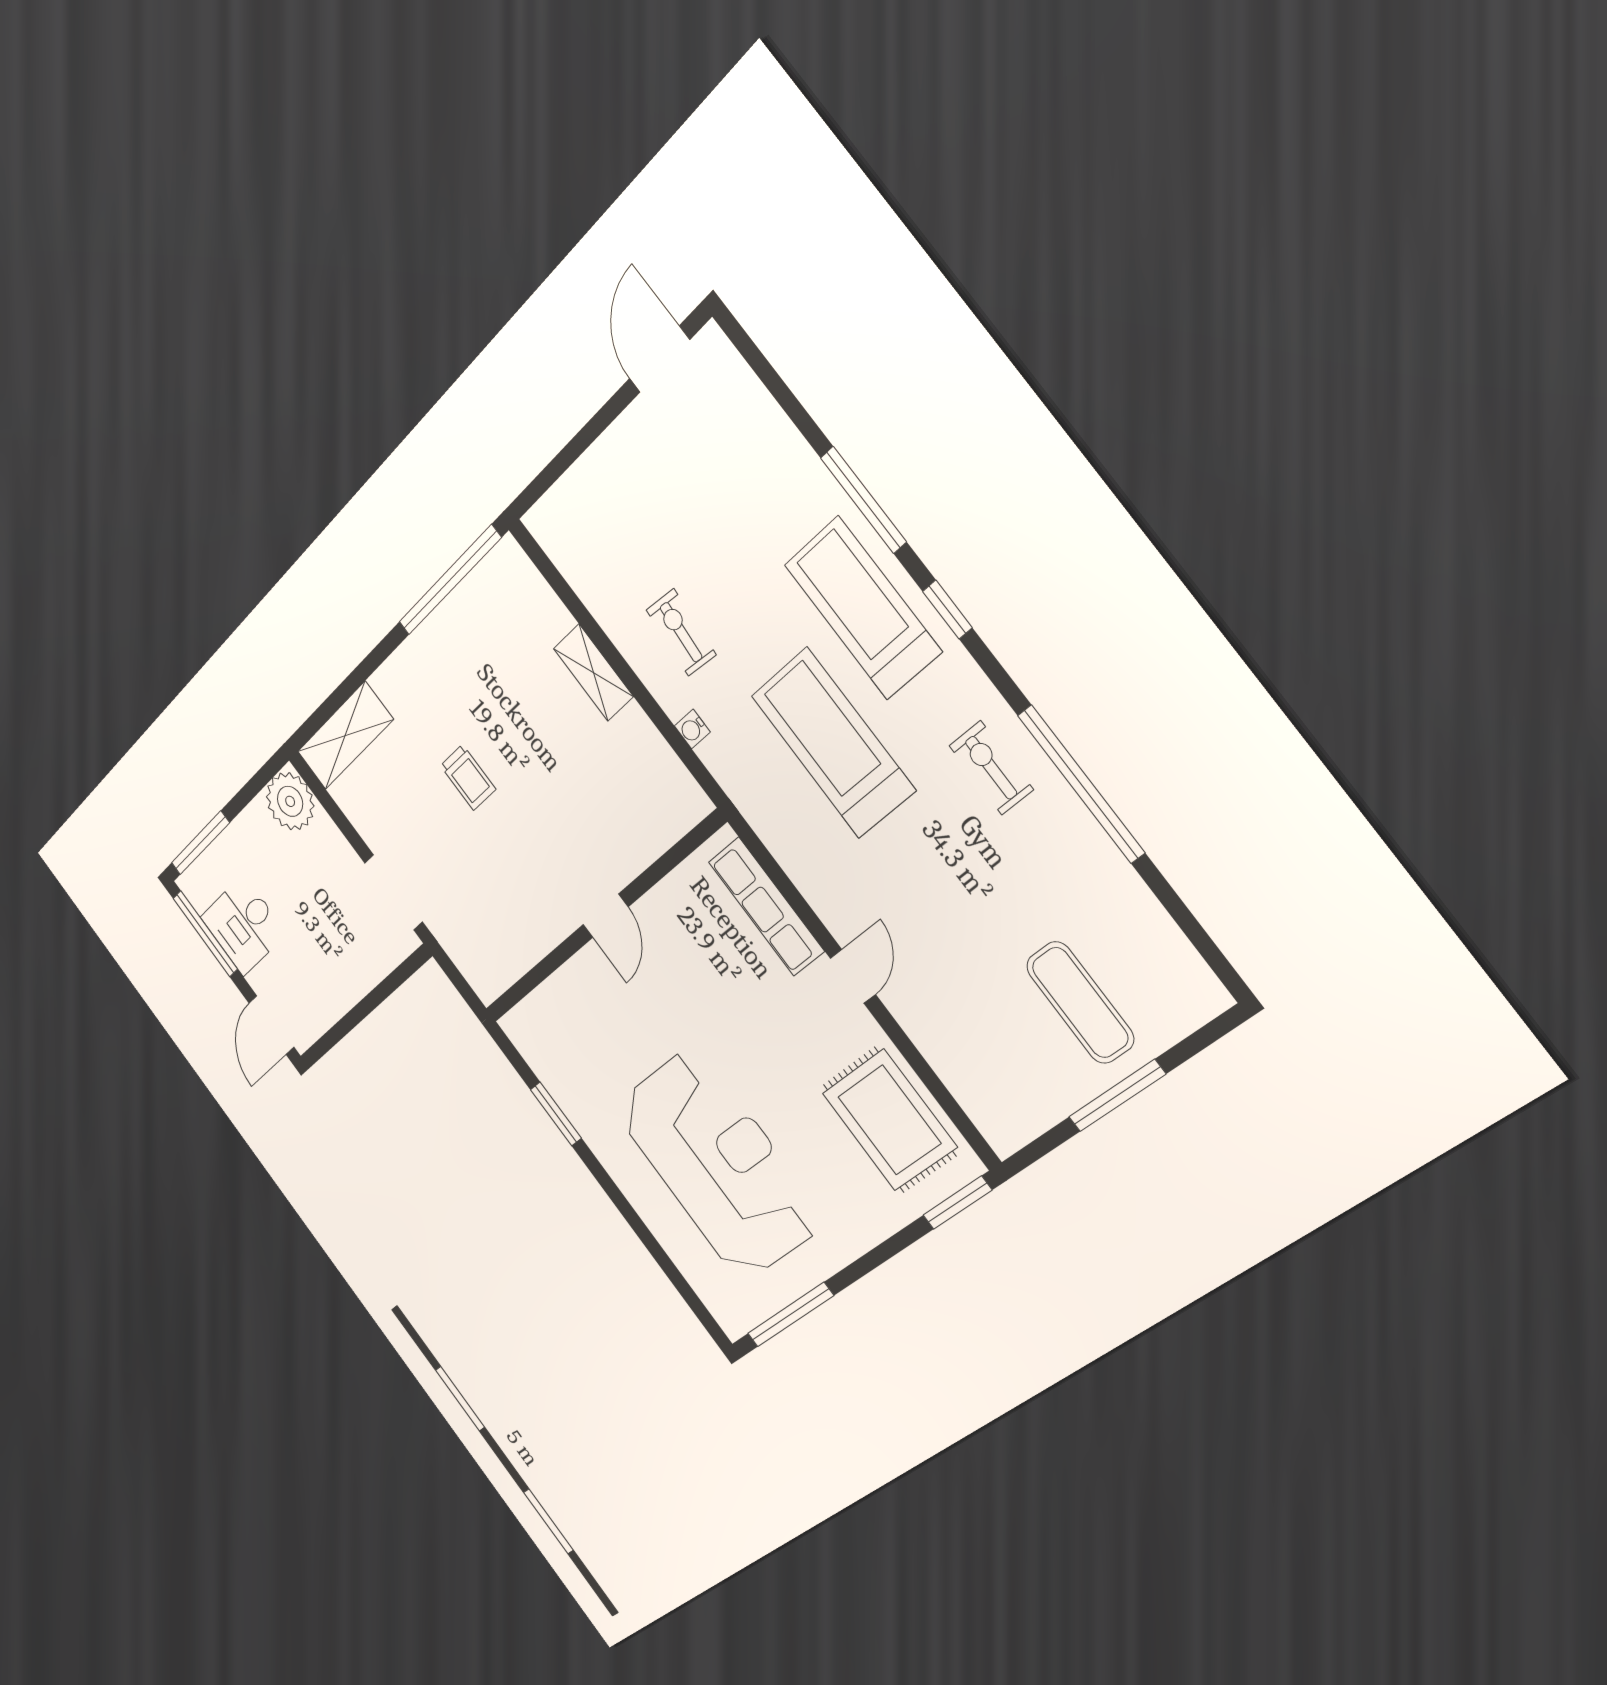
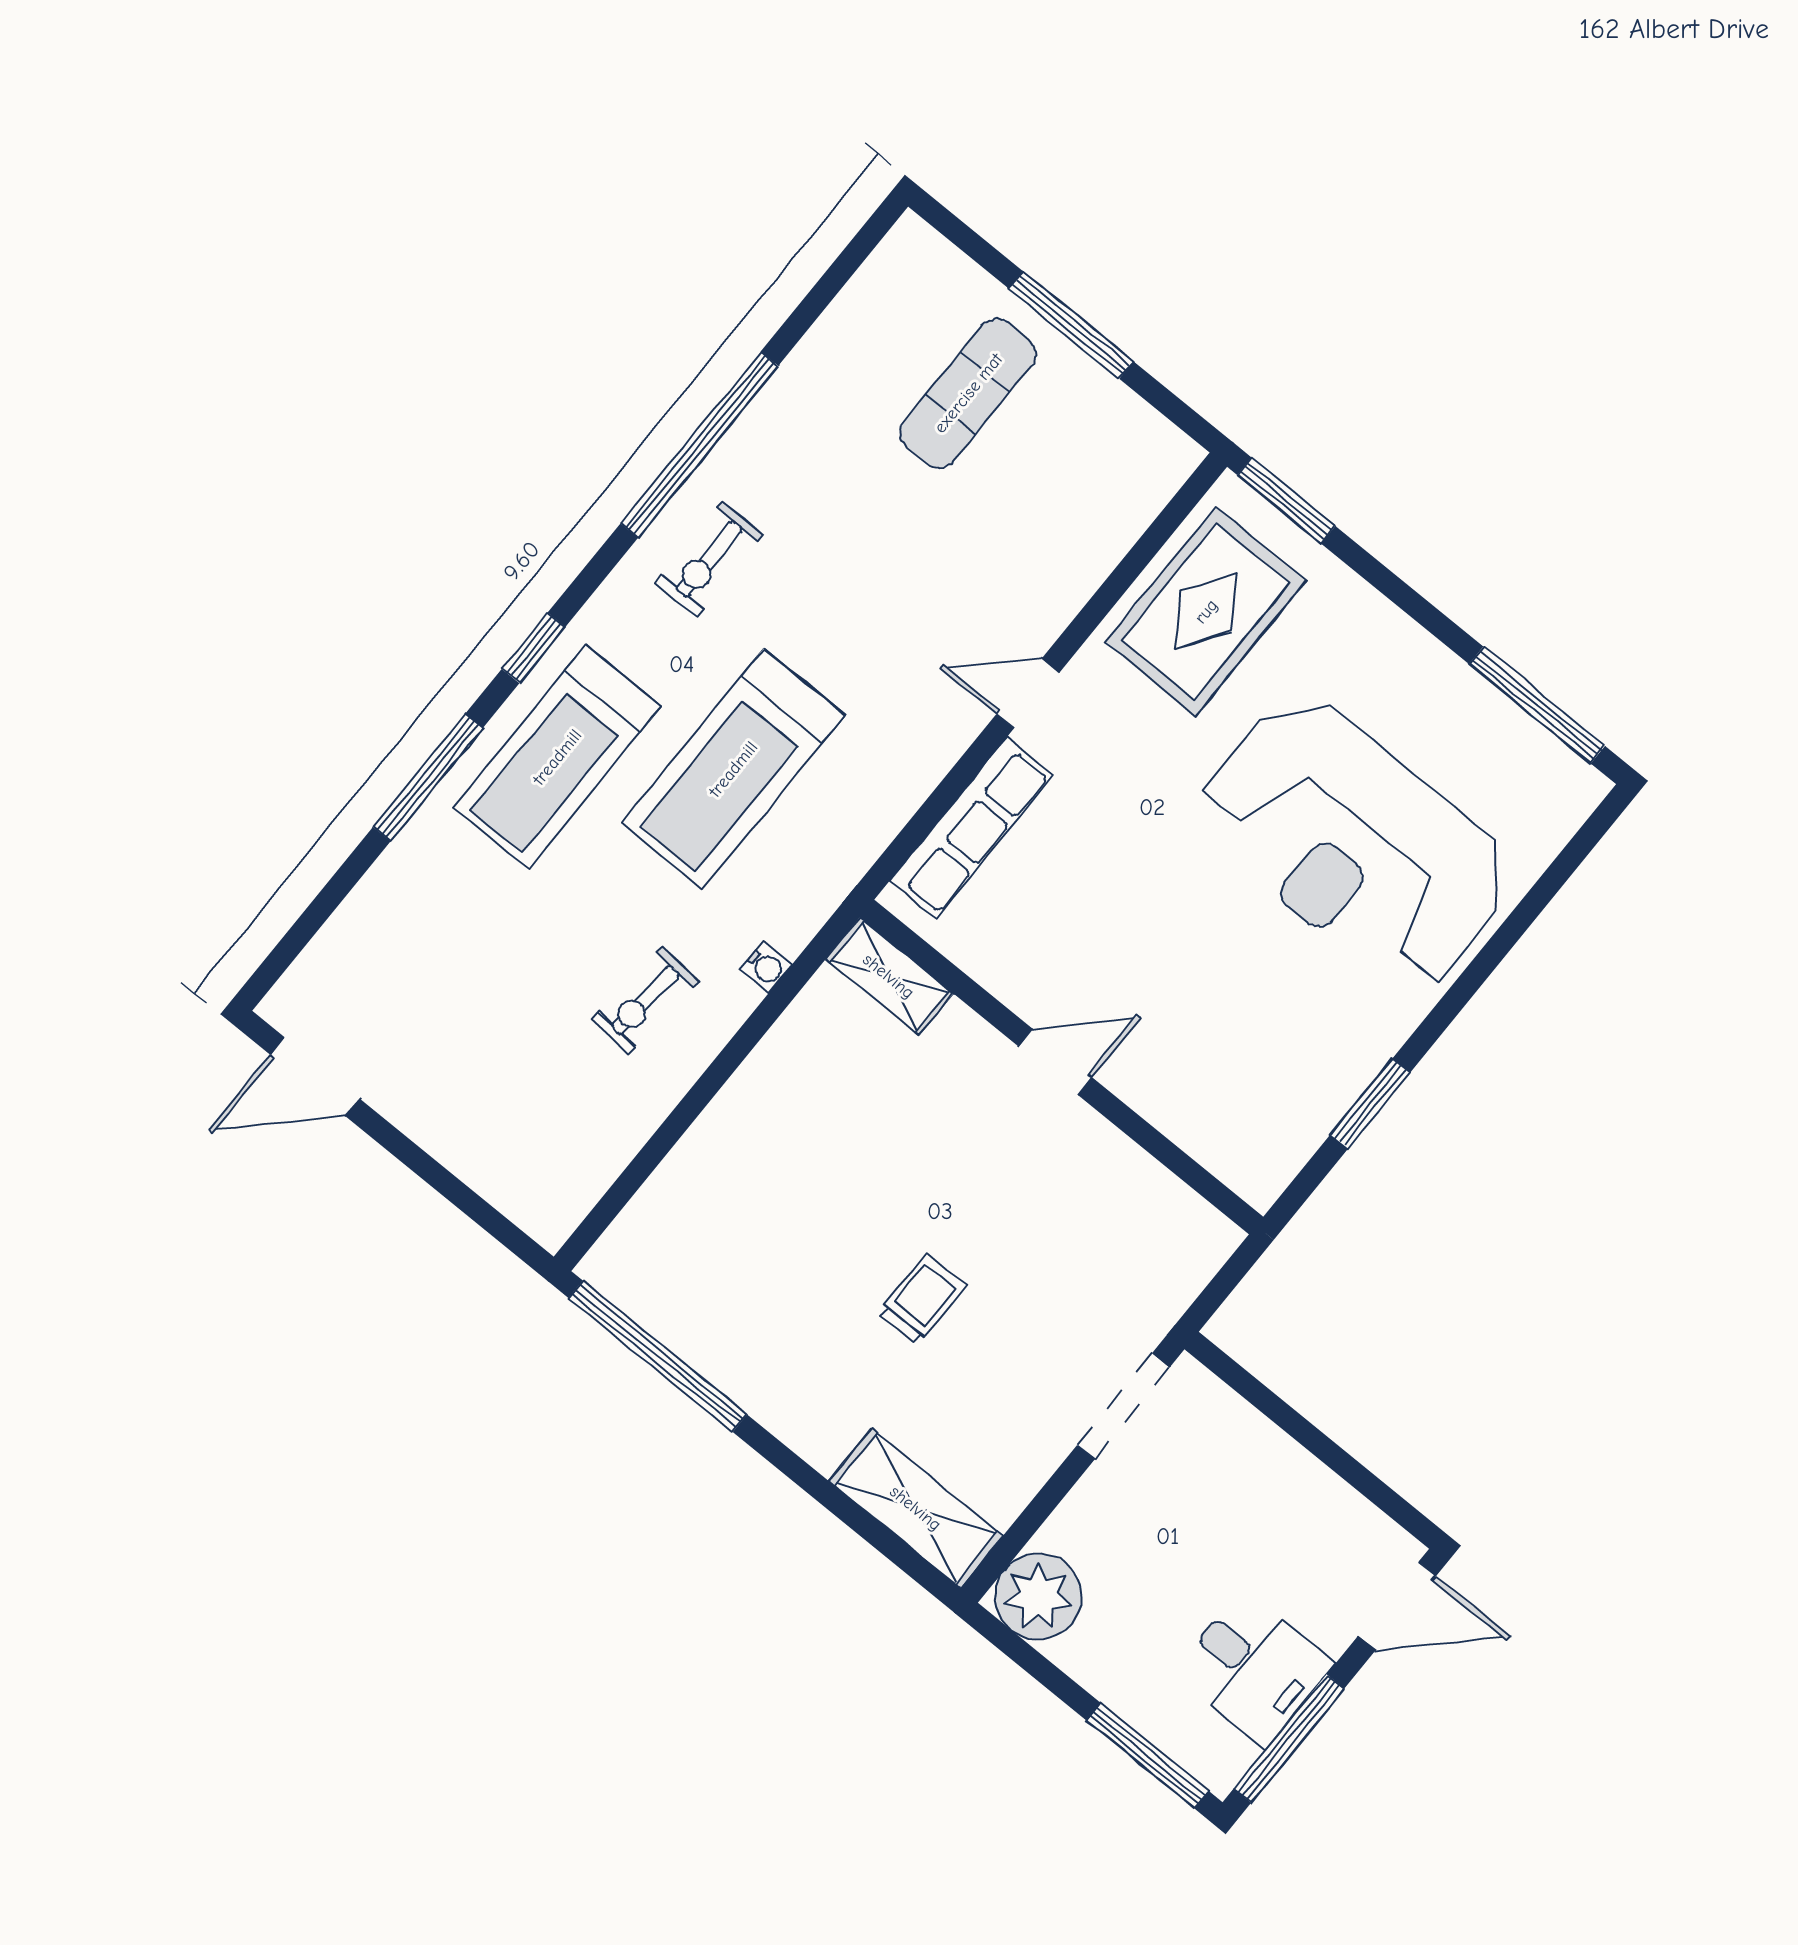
shelving: (593, 672) -> (889, 976), moved, turned 90
reception desk: (718, 1164) -> (1355, 844), turned -90

